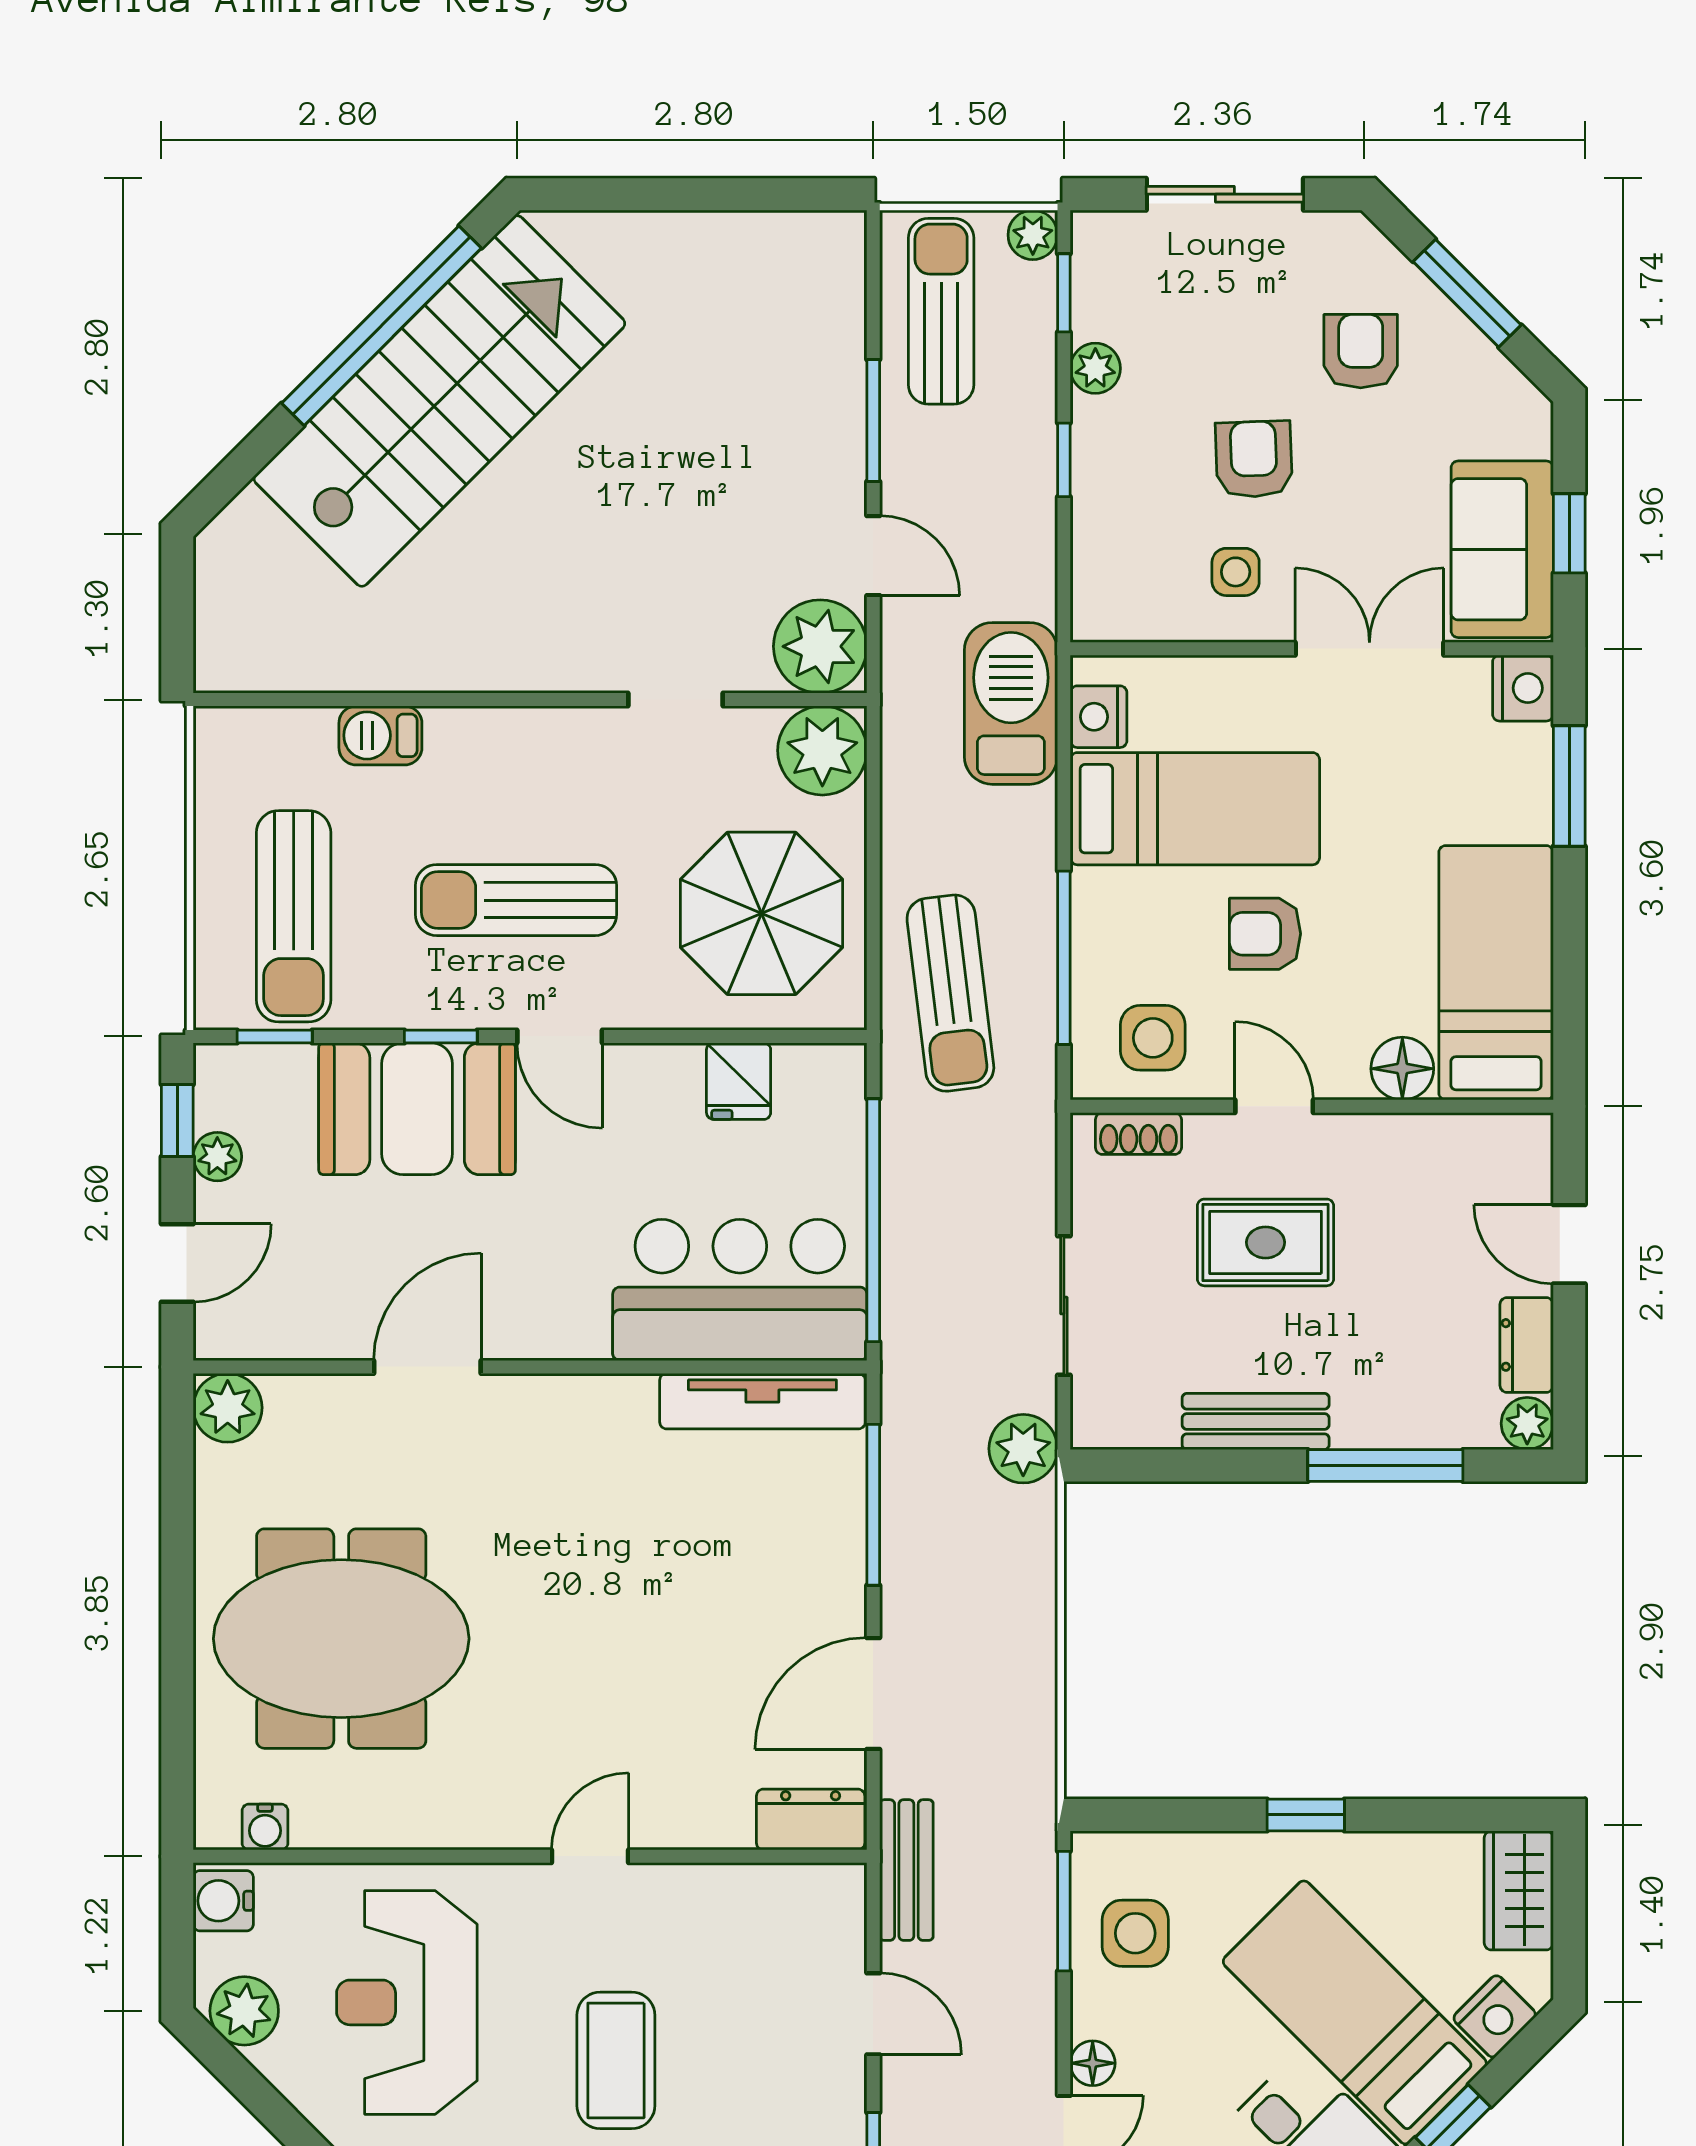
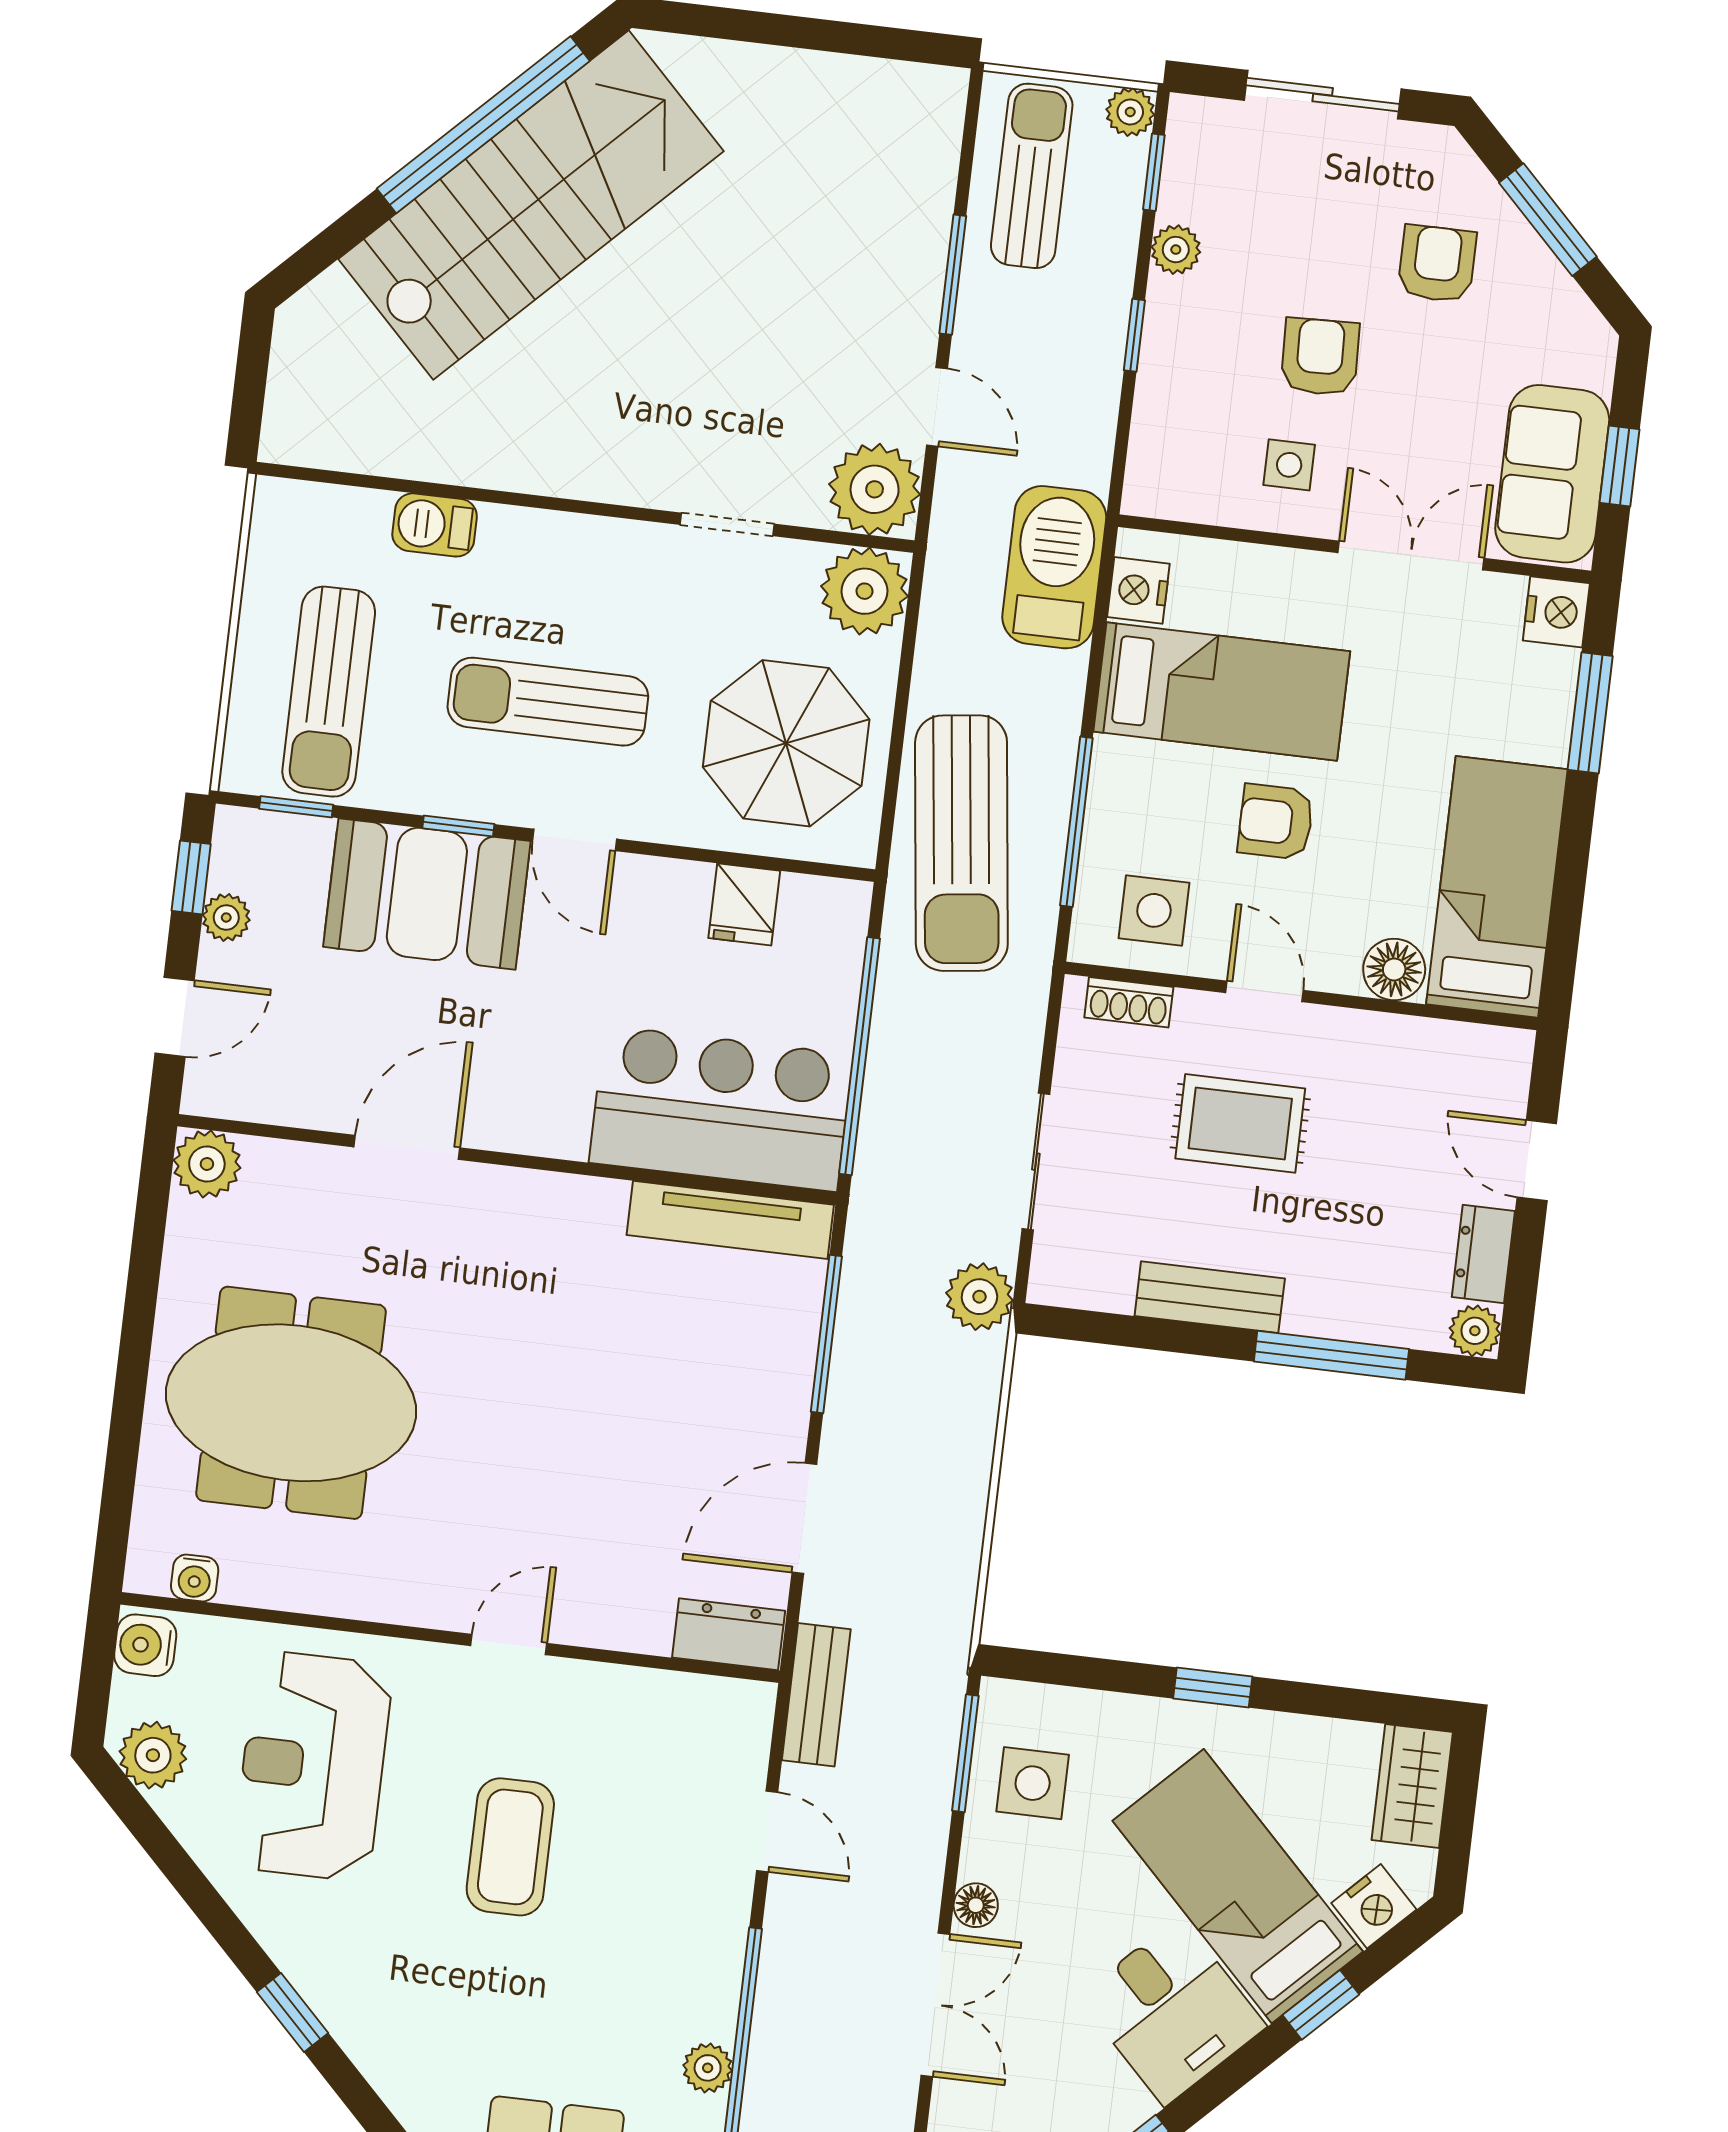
sun lounger: (950, 993) -> (961, 843), width x1.36, depth x1.34

